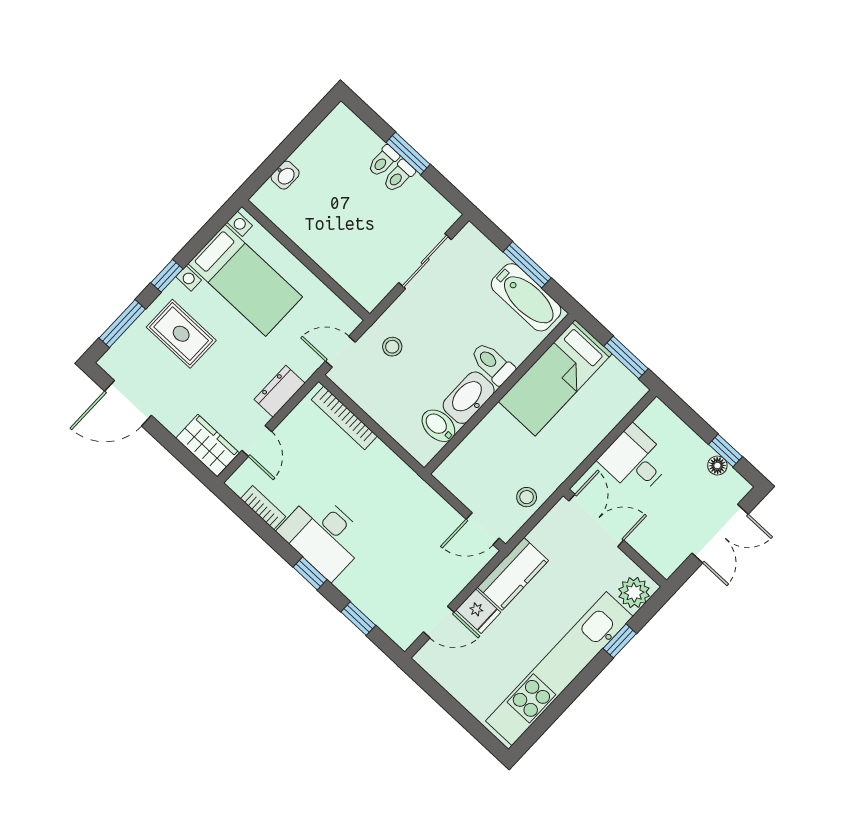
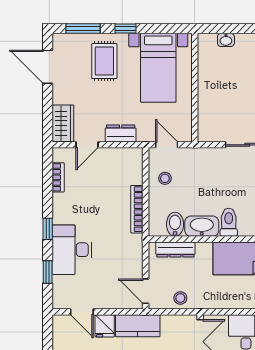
stool: (392, 347) -> (165, 178), moved
bookcase: (344, 418) -> (137, 209), moved
dresser: (467, 452) -> (175, 250), added
desk: (323, 536) -> (72, 250), moved

